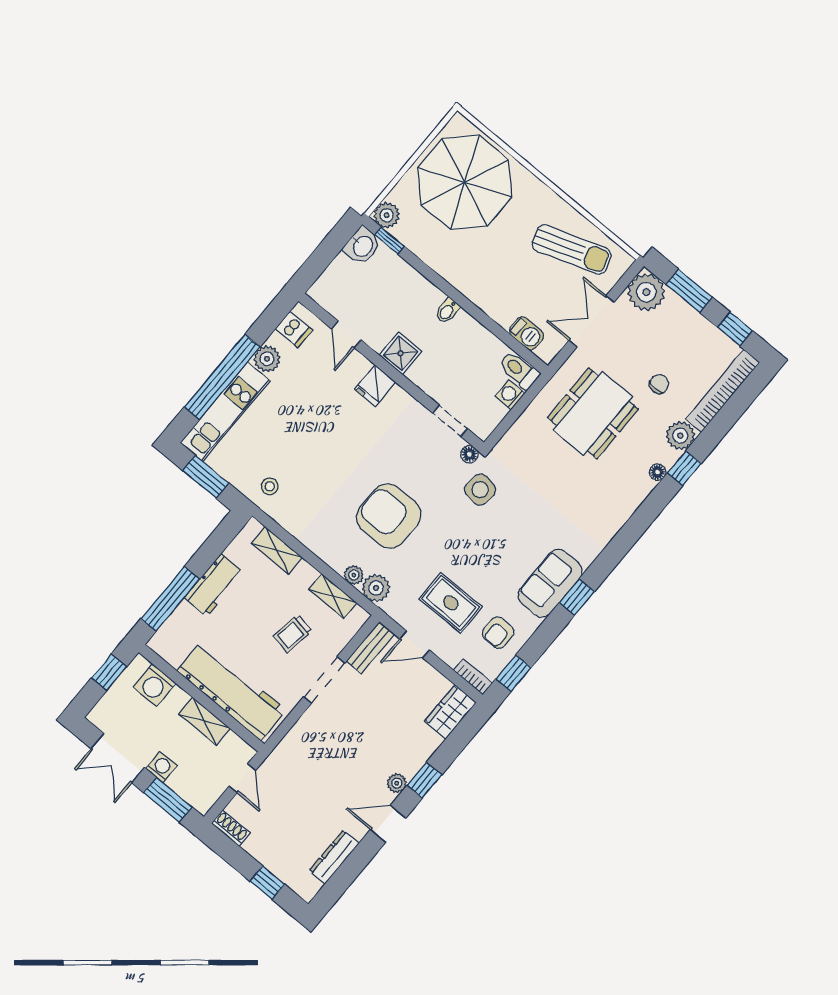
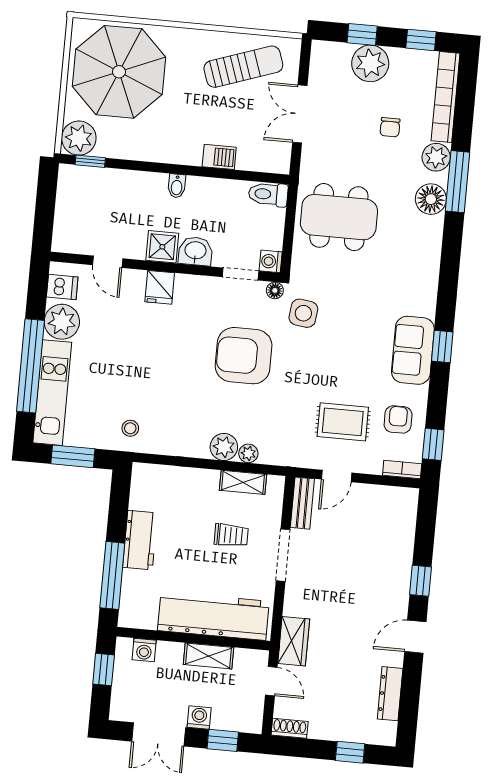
plant: (387, 215) -> (79, 138), width x1.36, depth x1.36
washbasin: (362, 246) -> (195, 251), moved, turned -90
window: (689, 291) -> (362, 34), width x0.67
plant: (646, 292) -> (370, 63), moved
barbecue: (526, 333) -> (219, 157), moved
plant: (267, 359) -> (62, 322), width x1.36, depth x1.36
chair: (659, 384) -> (390, 127), turned 180
washing machine: (510, 395) -> (271, 261), moved
dining table: (593, 413) -> (339, 217), moved, turned 90
window: (684, 468) -> (458, 182), width x2.17
floor lamp: (658, 472) -> (431, 199), width x1.89, depth x1.89
armchair: (389, 516) -> (244, 356), moved
shelving: (277, 550) -> (172, 476), removed
plant: (376, 588) -> (224, 447), moved
trolley: (293, 633) -> (231, 535), turned -100
armchair: (498, 633) -> (398, 419), turned 180
washing machine: (155, 685) -> (144, 650), width x0.73, depth x0.73
wardrobe: (450, 712) -> (294, 641), moved, turned 180
plant: (397, 783) -> (400, 599), removed
window: (168, 800) -> (223, 740), width x0.67

